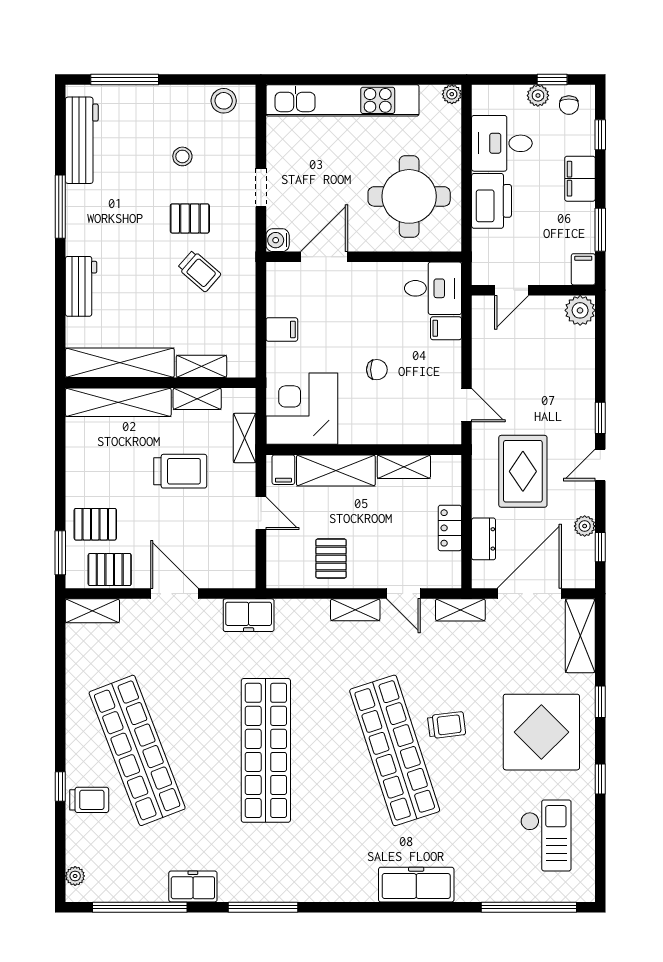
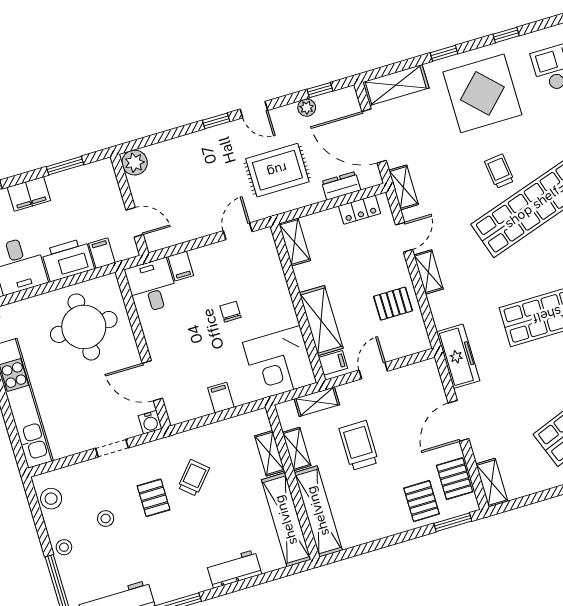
stool: (164, 99) -> (64, 547), added
filing cabinet: (583, 269) -> (102, 253), moved, turned 90
shelving: (404, 467) -> (295, 242), moved
locker: (450, 528) -> (360, 210), moved
freezer: (249, 615) -> (458, 356), width x1.40

